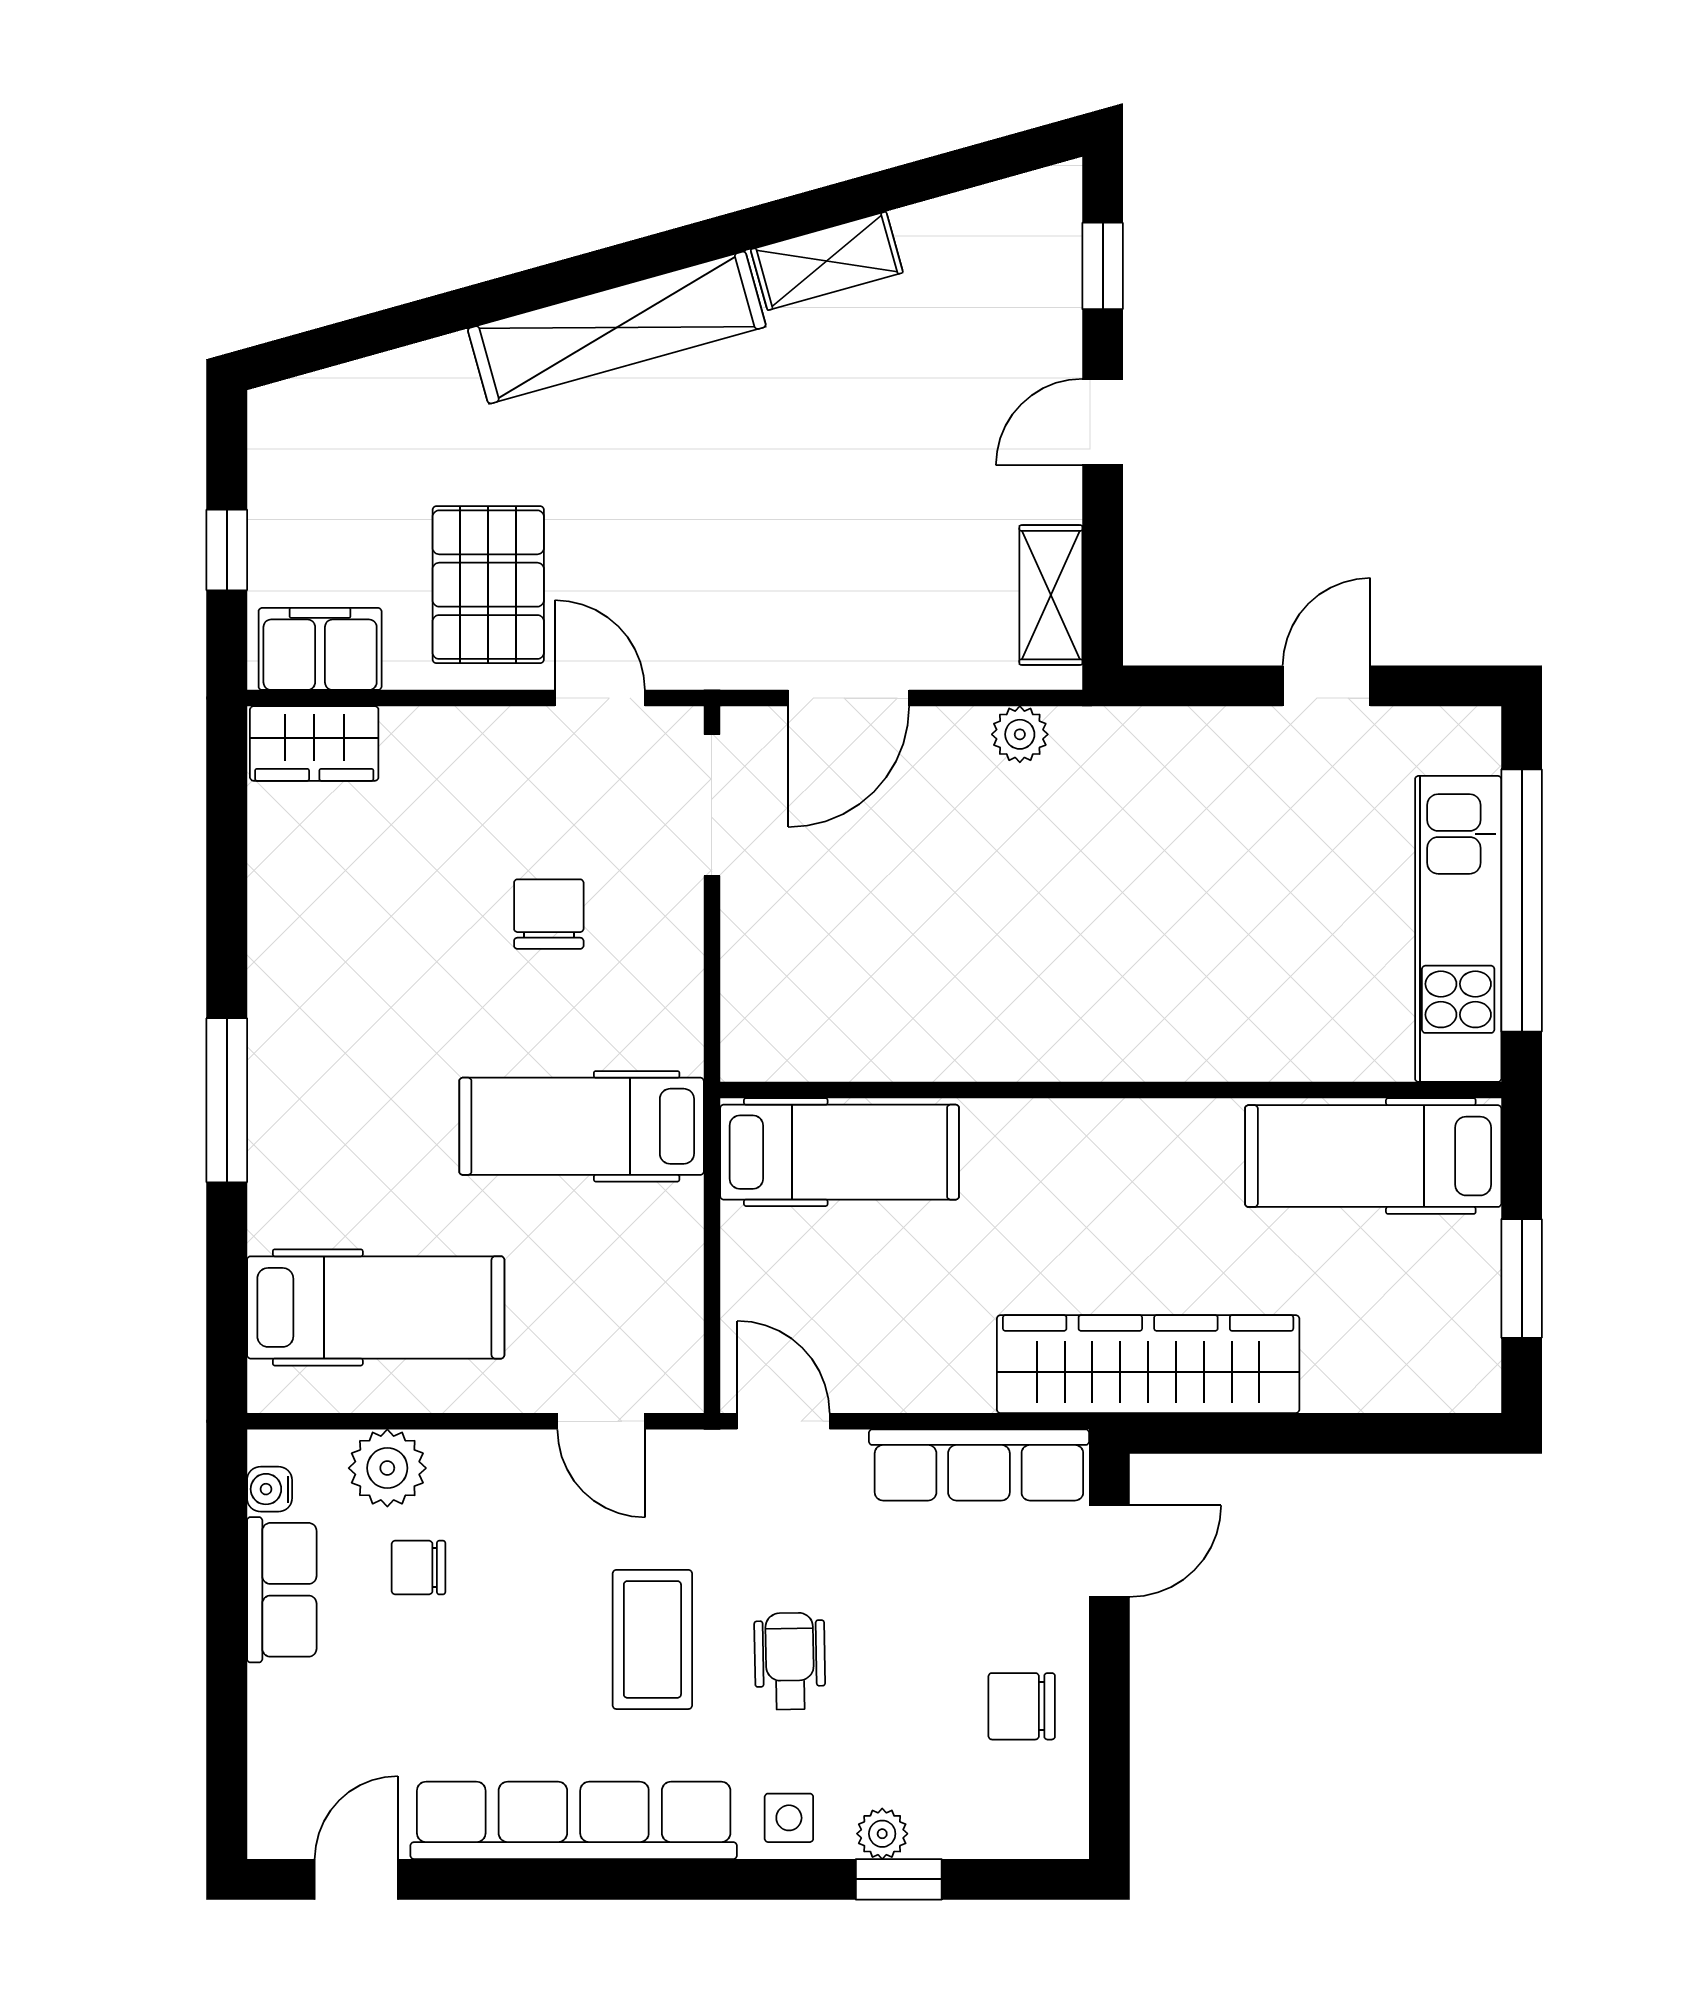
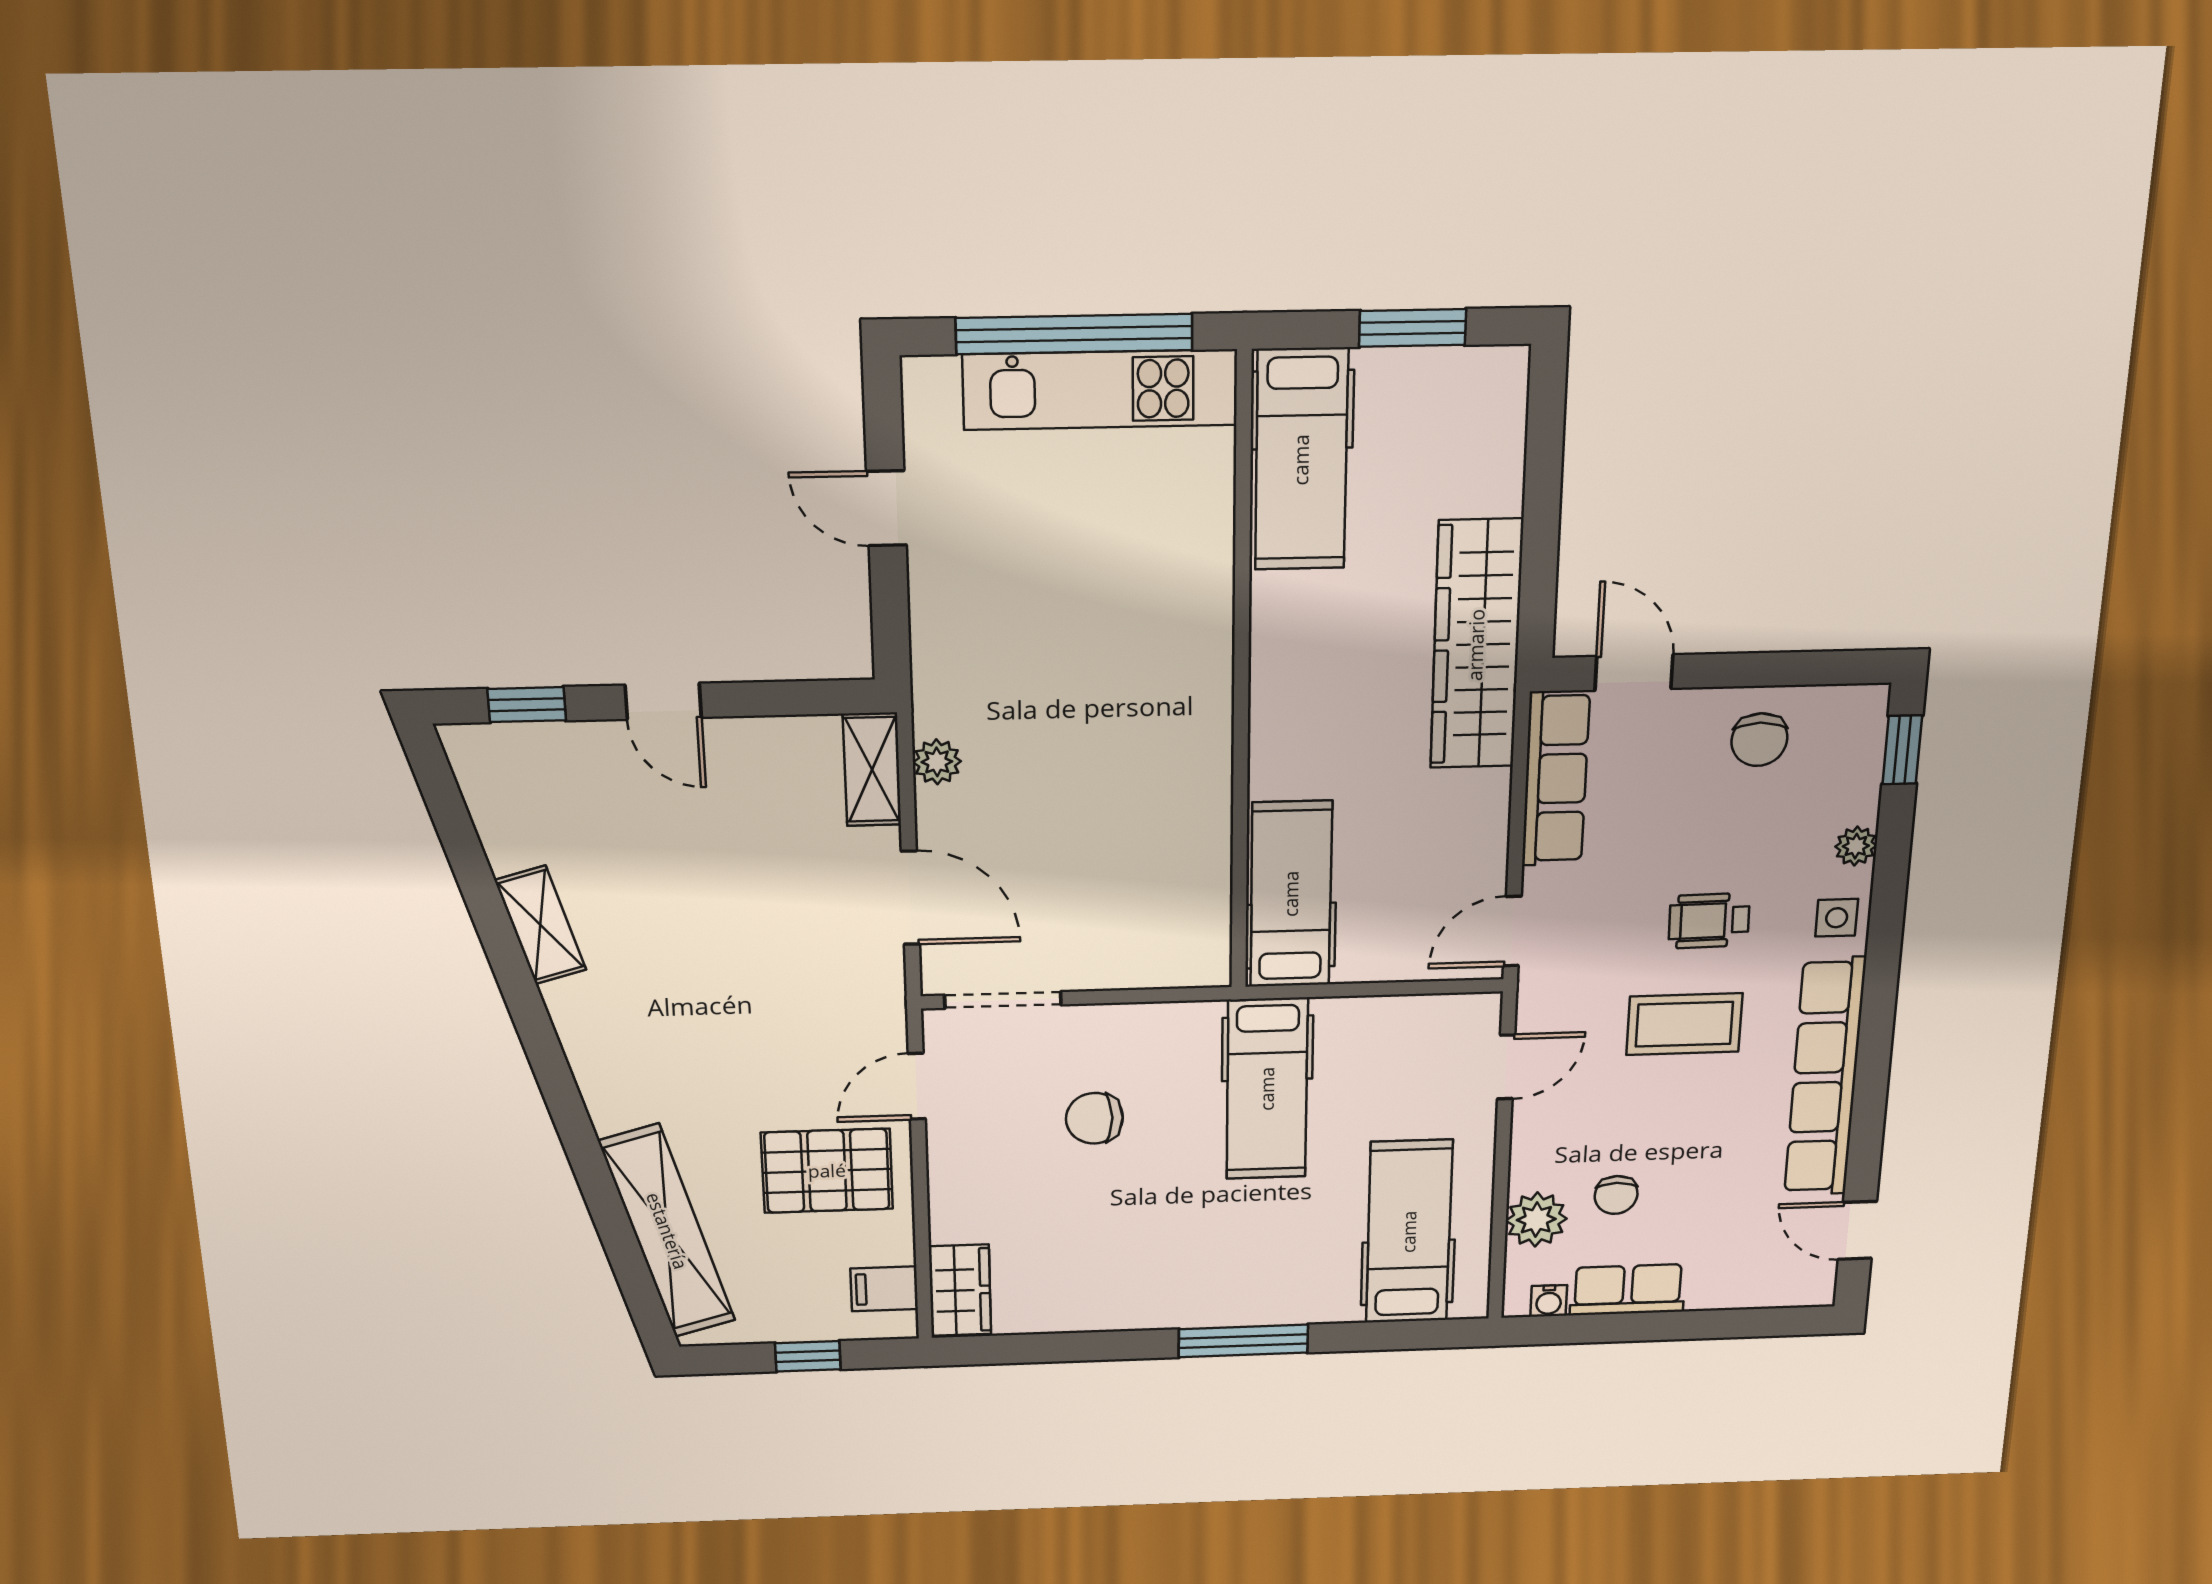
shelving: (617, 328) -> (667, 1231), moved
shelving: (1051, 595) -> (872, 769), moved, turned 90
filing cabinet: (320, 649) -> (884, 1289), width x0.50
window: (899, 1879) -> (1902, 750), moved

